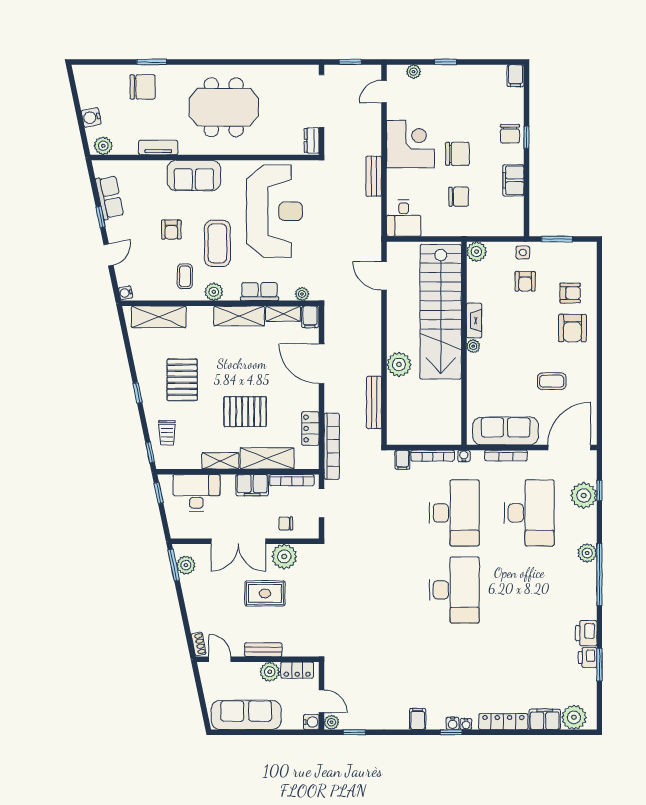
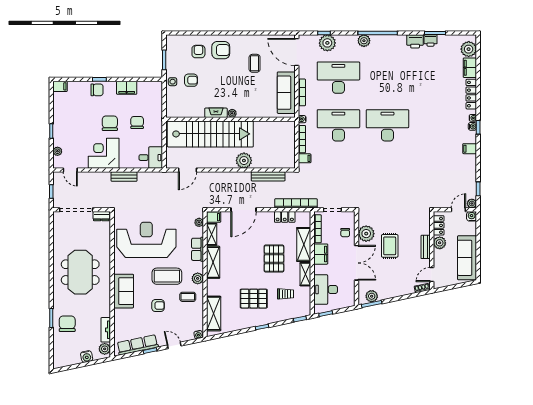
tv unit: (158, 147) -> (106, 330), moved
row of seats: (109, 197) -> (137, 345), width x1.48
plant: (476, 252) -> (172, 111), removed
trolley: (167, 433) -> (285, 294), moved

